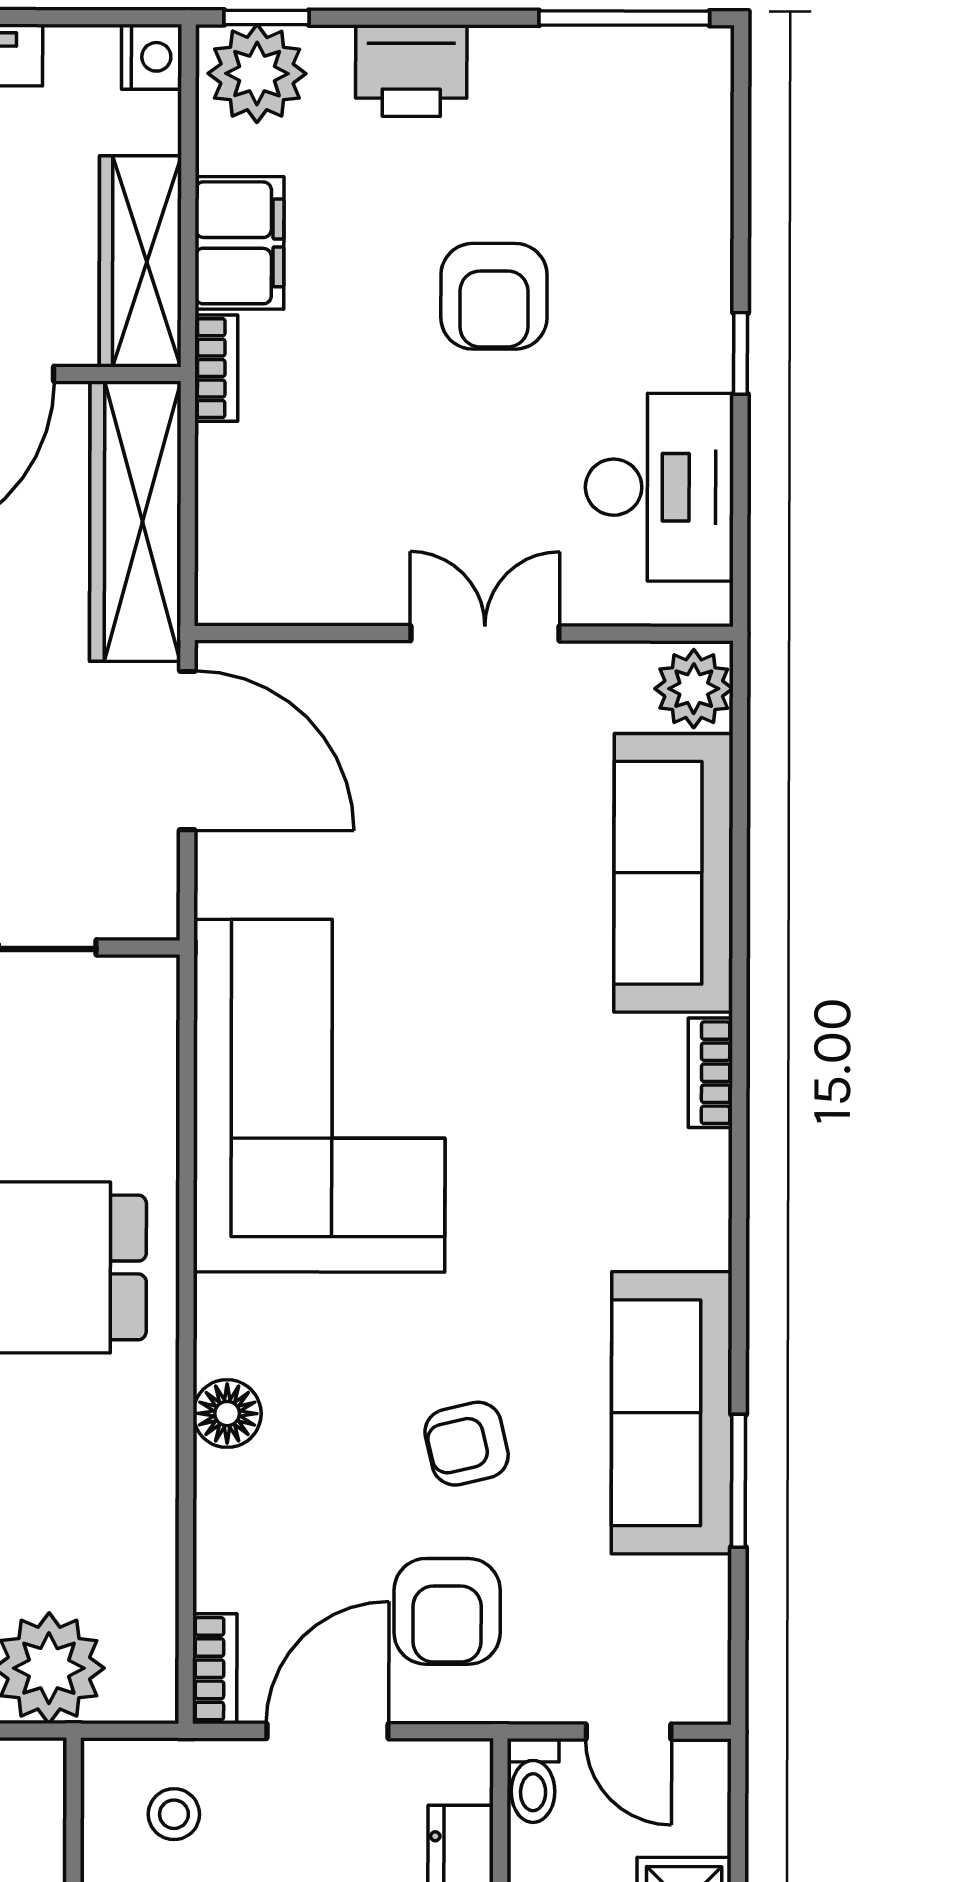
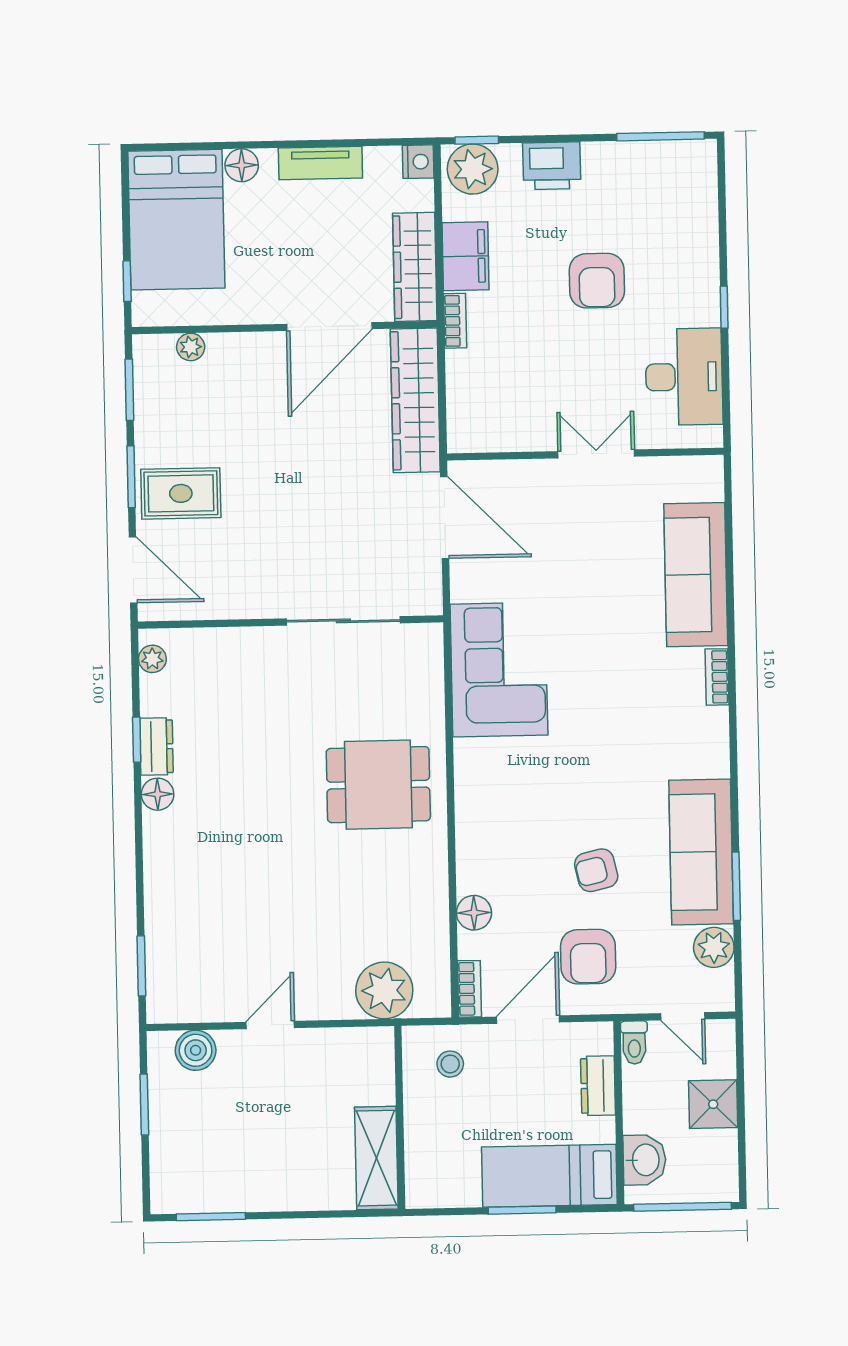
plant: (694, 689) -> (714, 947), moved
corner sofa: (319, 1096) -> (499, 670), width x0.73, depth x0.74
floor lamp: (227, 1414) -> (474, 913), moved

